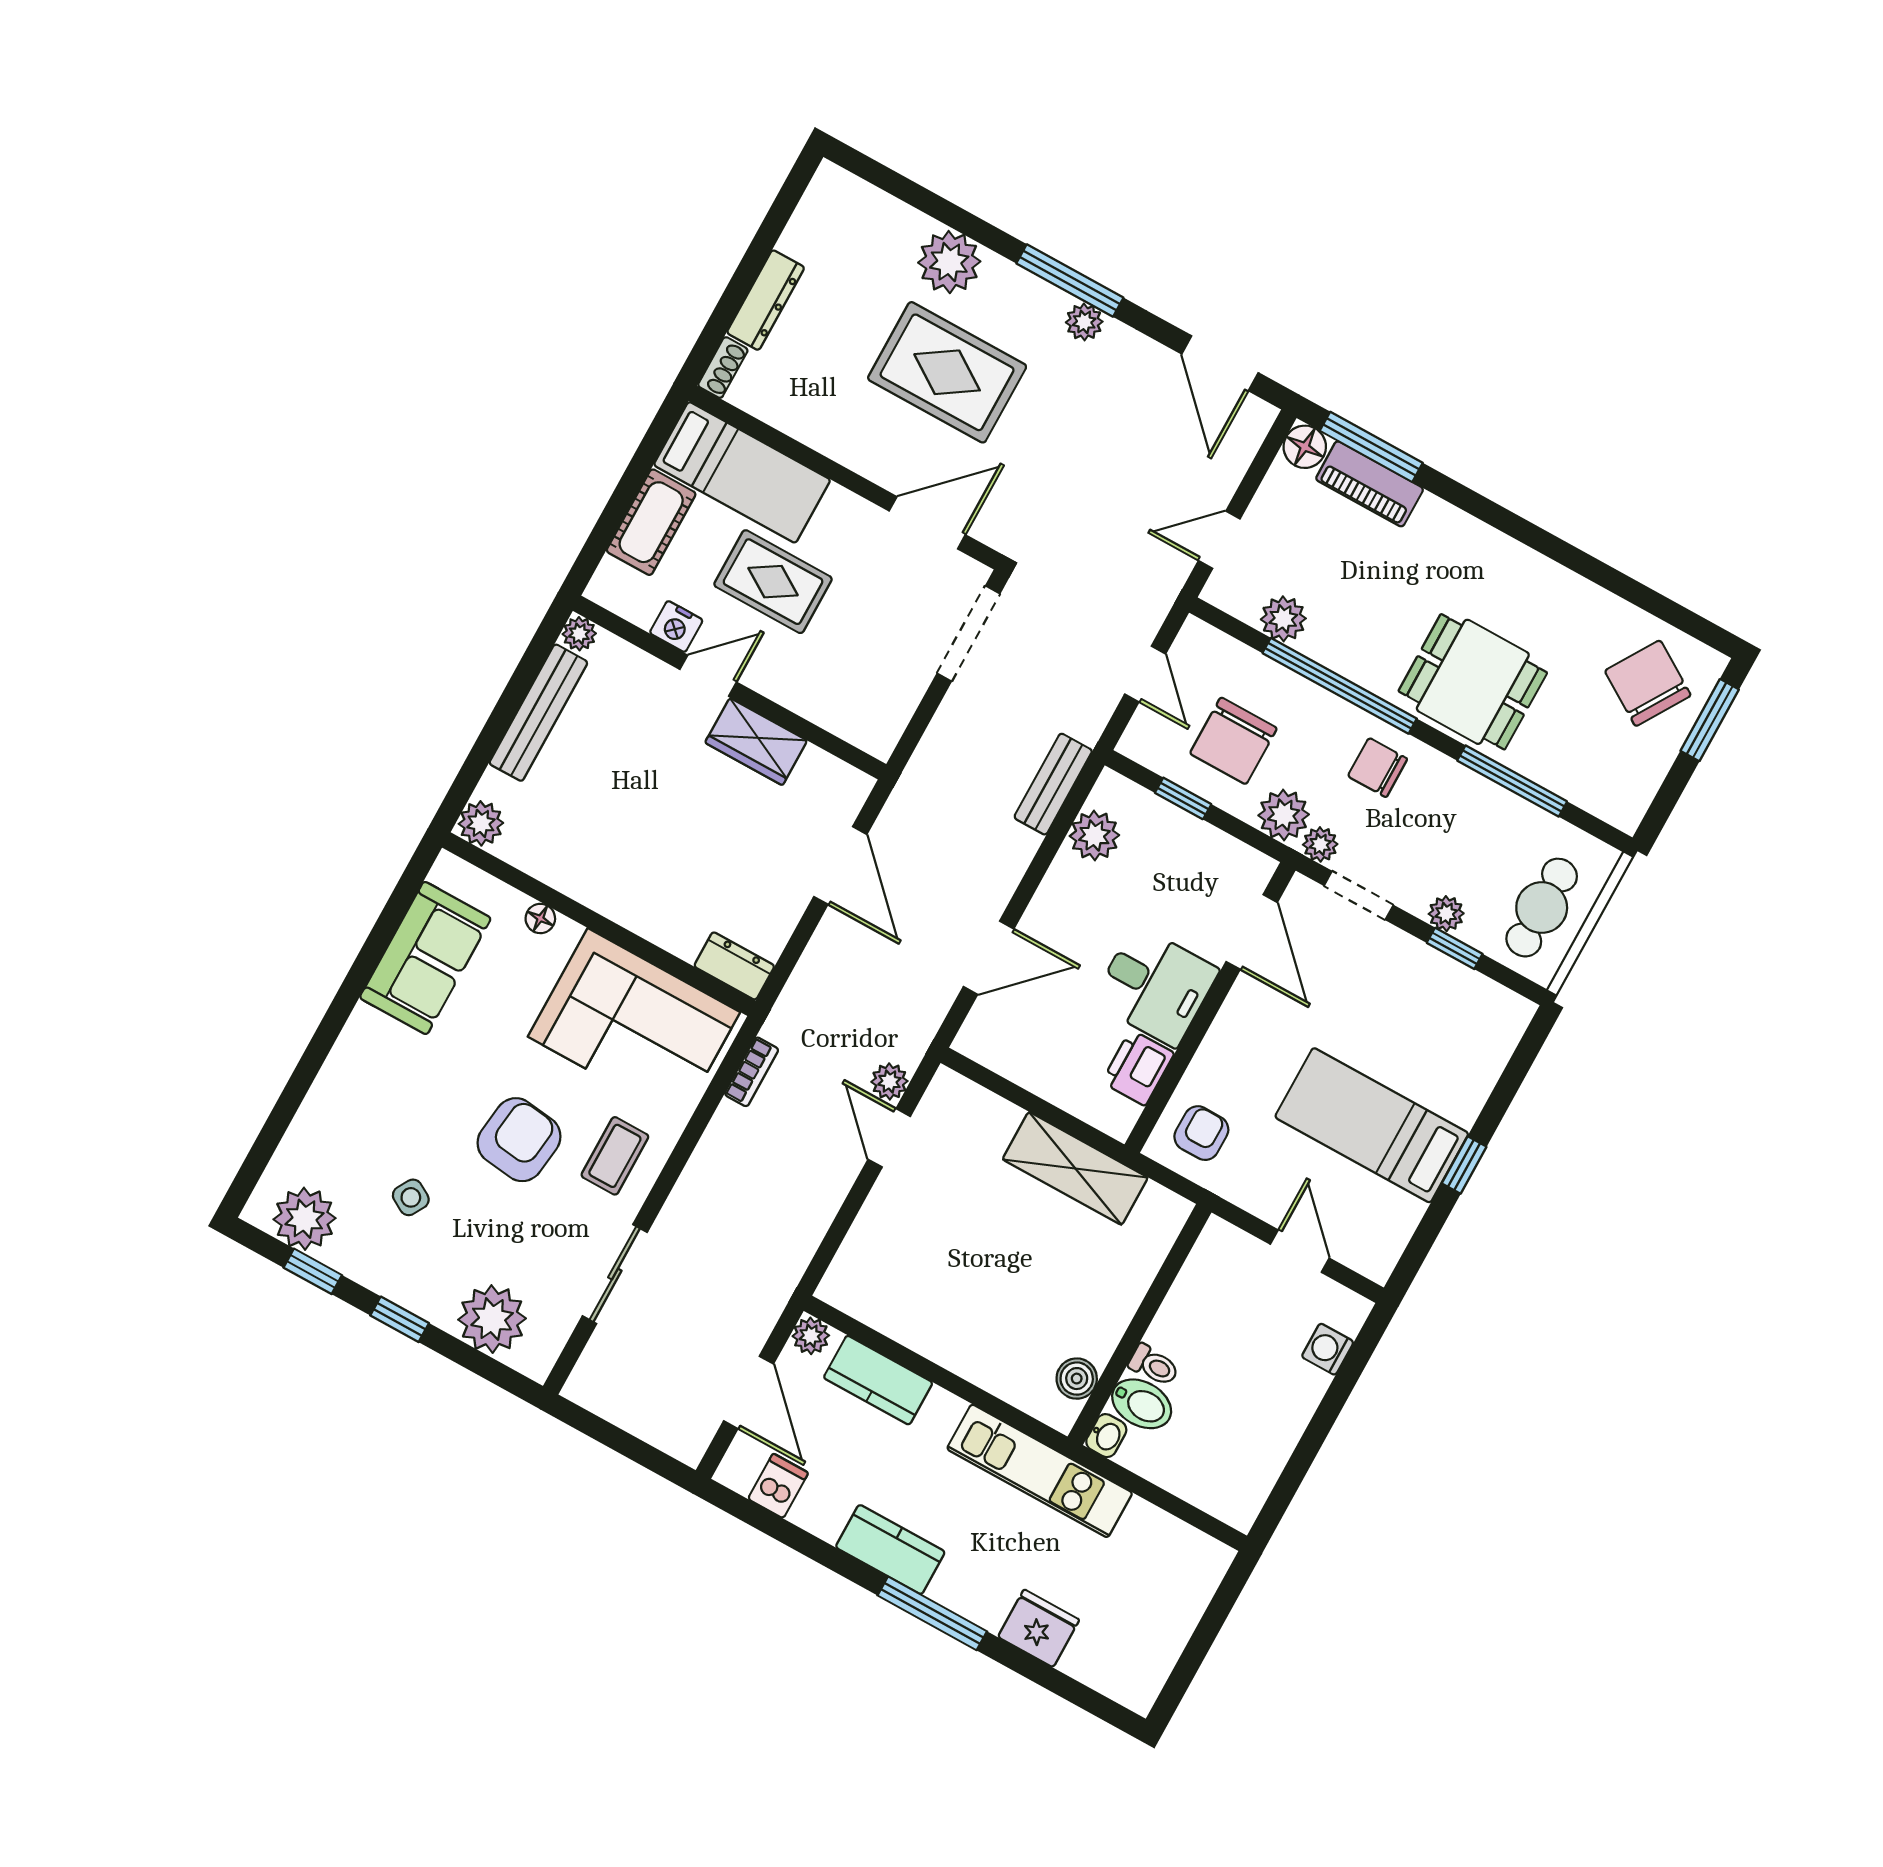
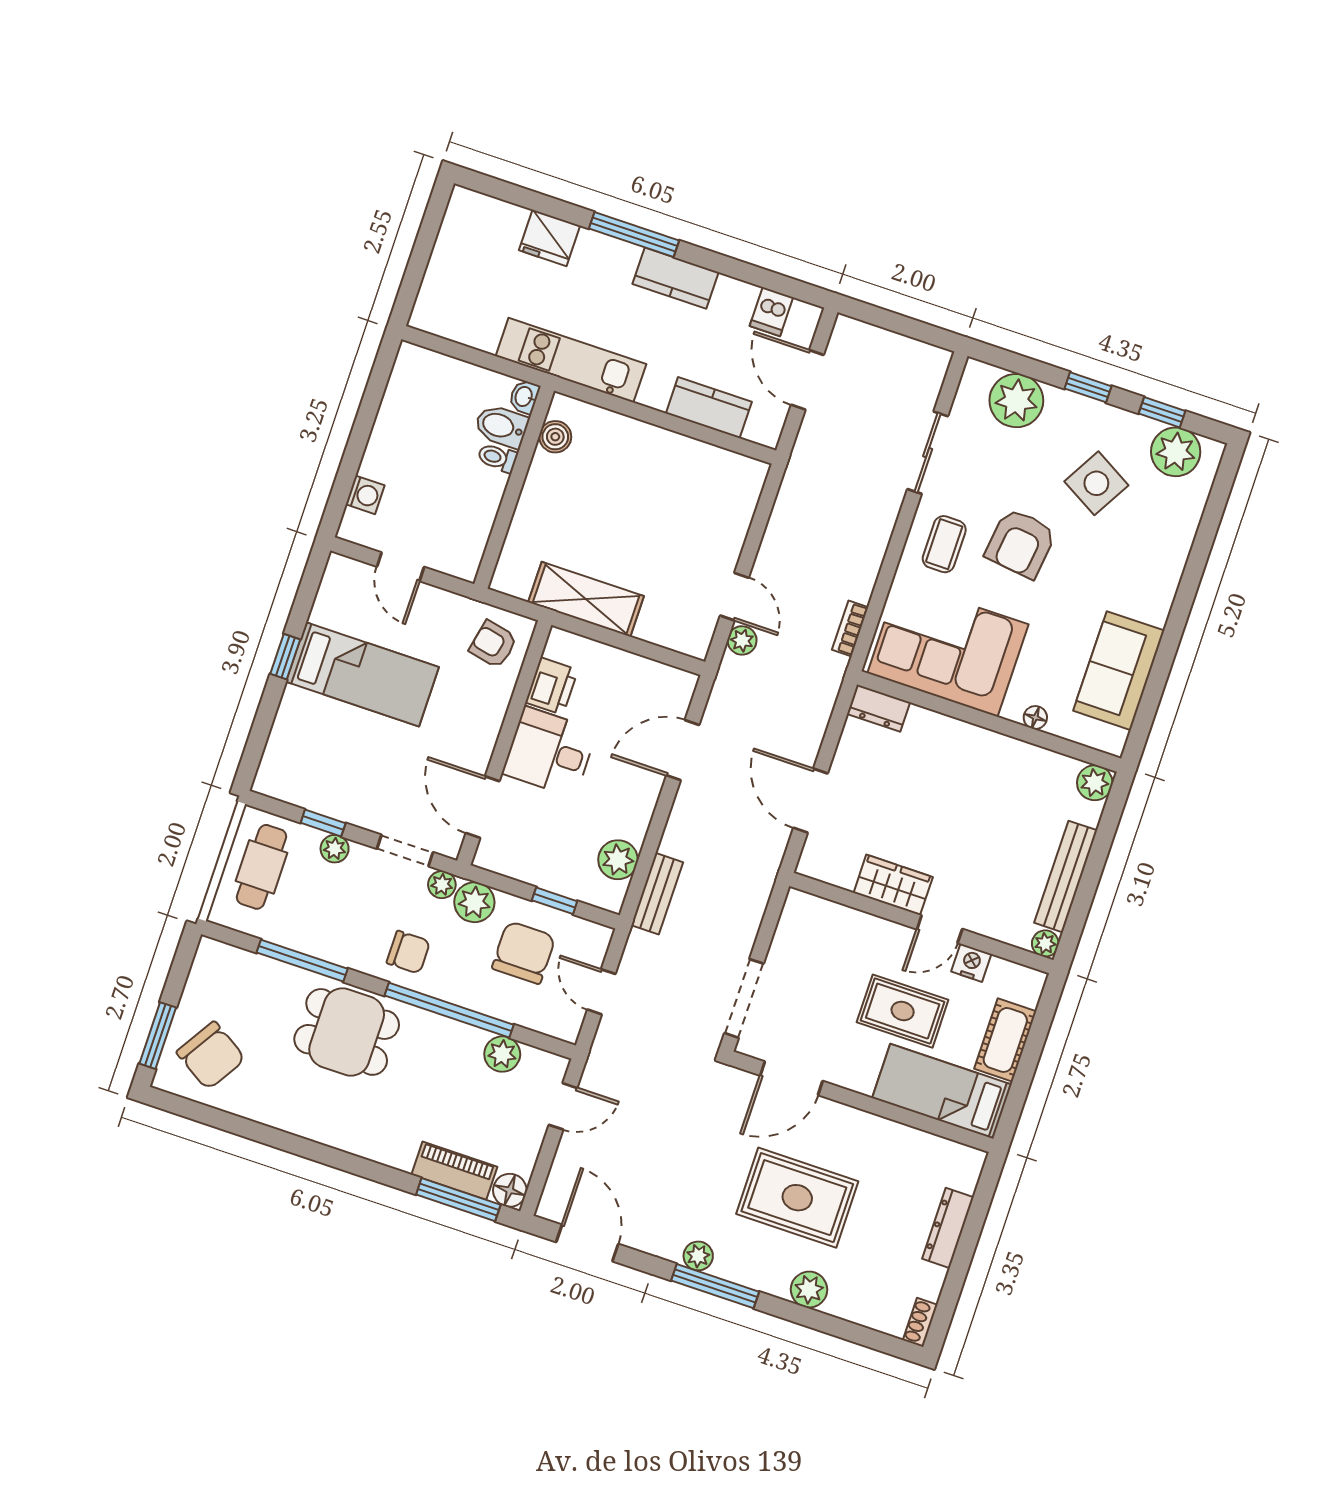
plant: (949, 262) -> (809, 1290), width x0.73, depth x0.73
shoe rack: (723, 368) -> (920, 1322), moved
armchair: (1201, 1133) -> (493, 644), turned 102
side table: (411, 1197) -> (1096, 483), width x1.87, depth x1.87
plant: (811, 1336) -> (767, 432), removed

